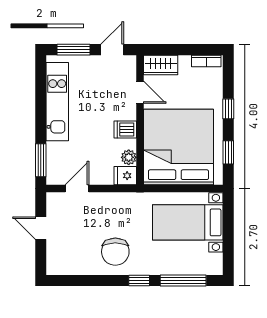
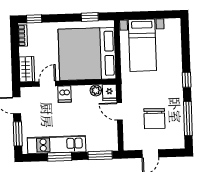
window: (41, 105) -> (60, 157), added
window: (228, 109) -> (34, 19), moved
dishwasher: (125, 129) -> (65, 94), moved
door: (77, 189) -> (120, 111), moved
chair: (115, 252) -> (154, 118), moved, turned 90
window: (183, 281) -> (188, 118), moved

